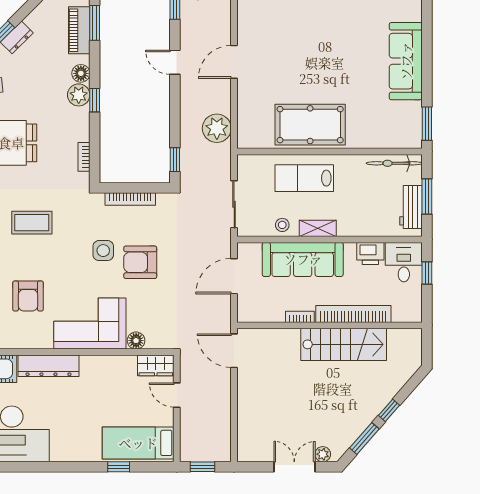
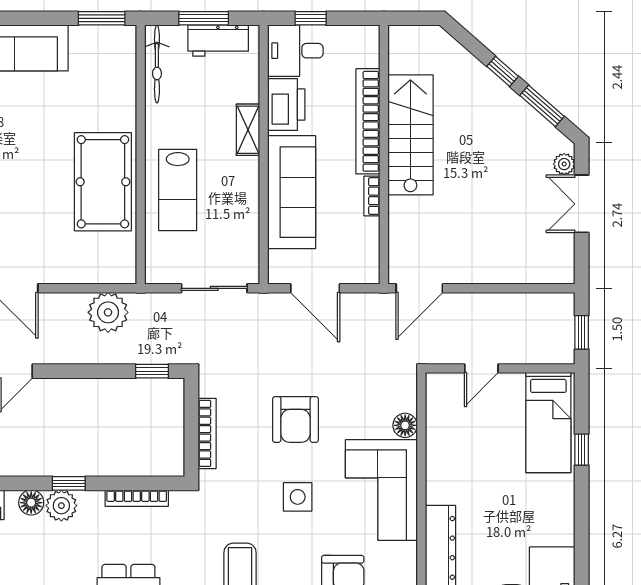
bookcase: (84, 157) -> (137, 498), width x1.56
stool: (282, 225) -> (243, 221), removed
shelving: (318, 228) -> (248, 130), moved
side table: (103, 251) -> (298, 497), moved
printer: (370, 253) -> (286, 104), width x1.37, depth x1.19
wardrobe: (156, 365) -> (440, 398), removed

